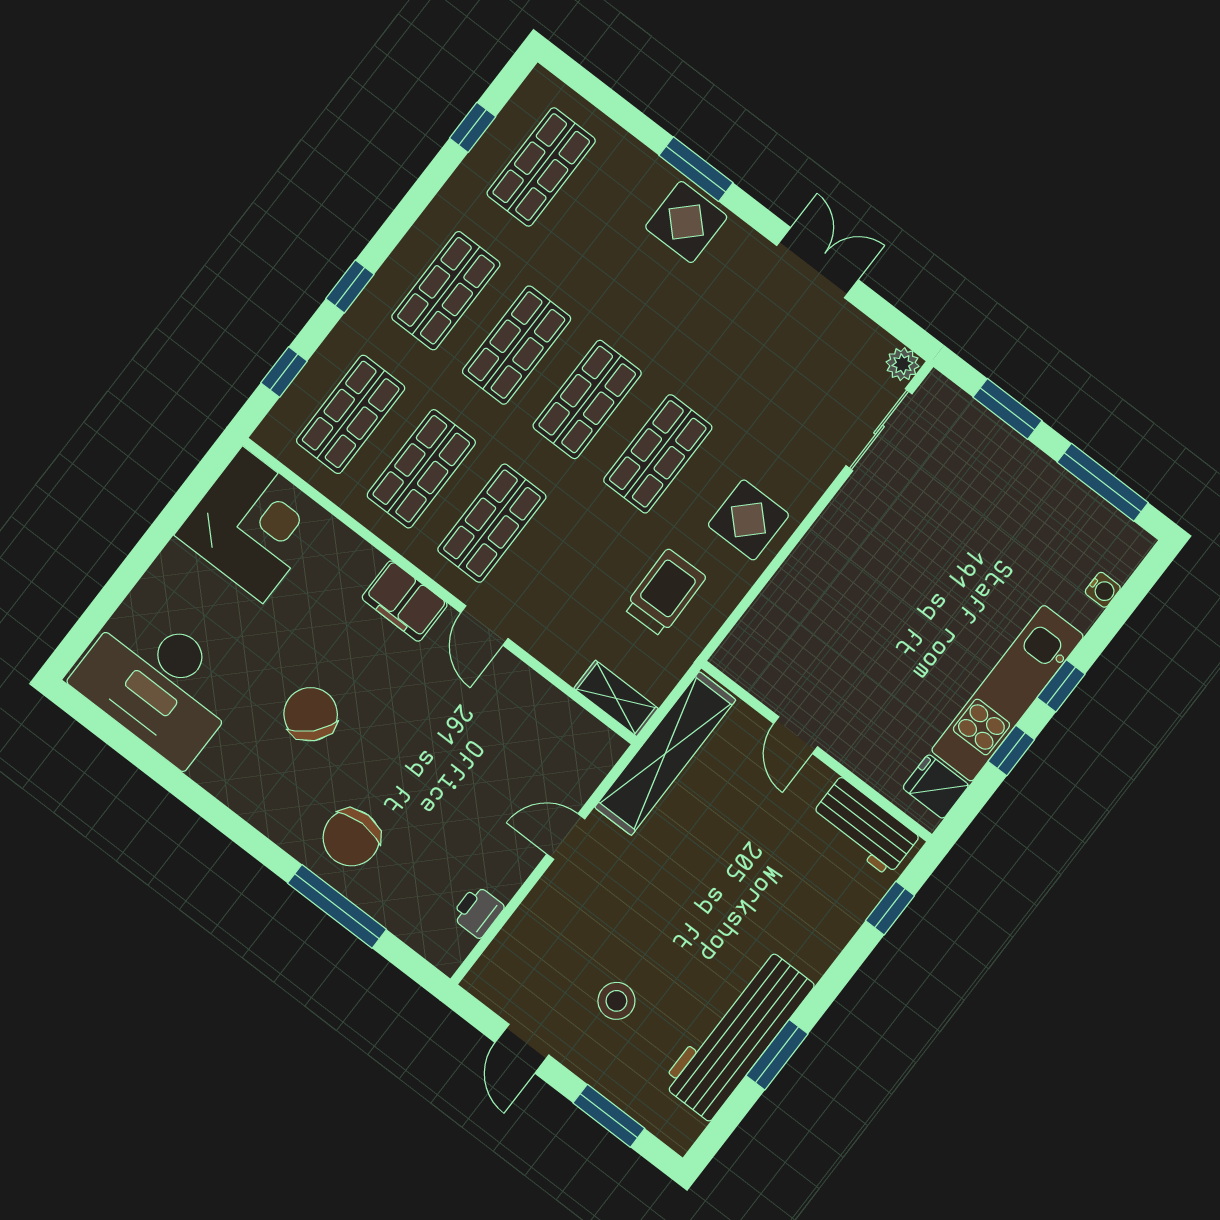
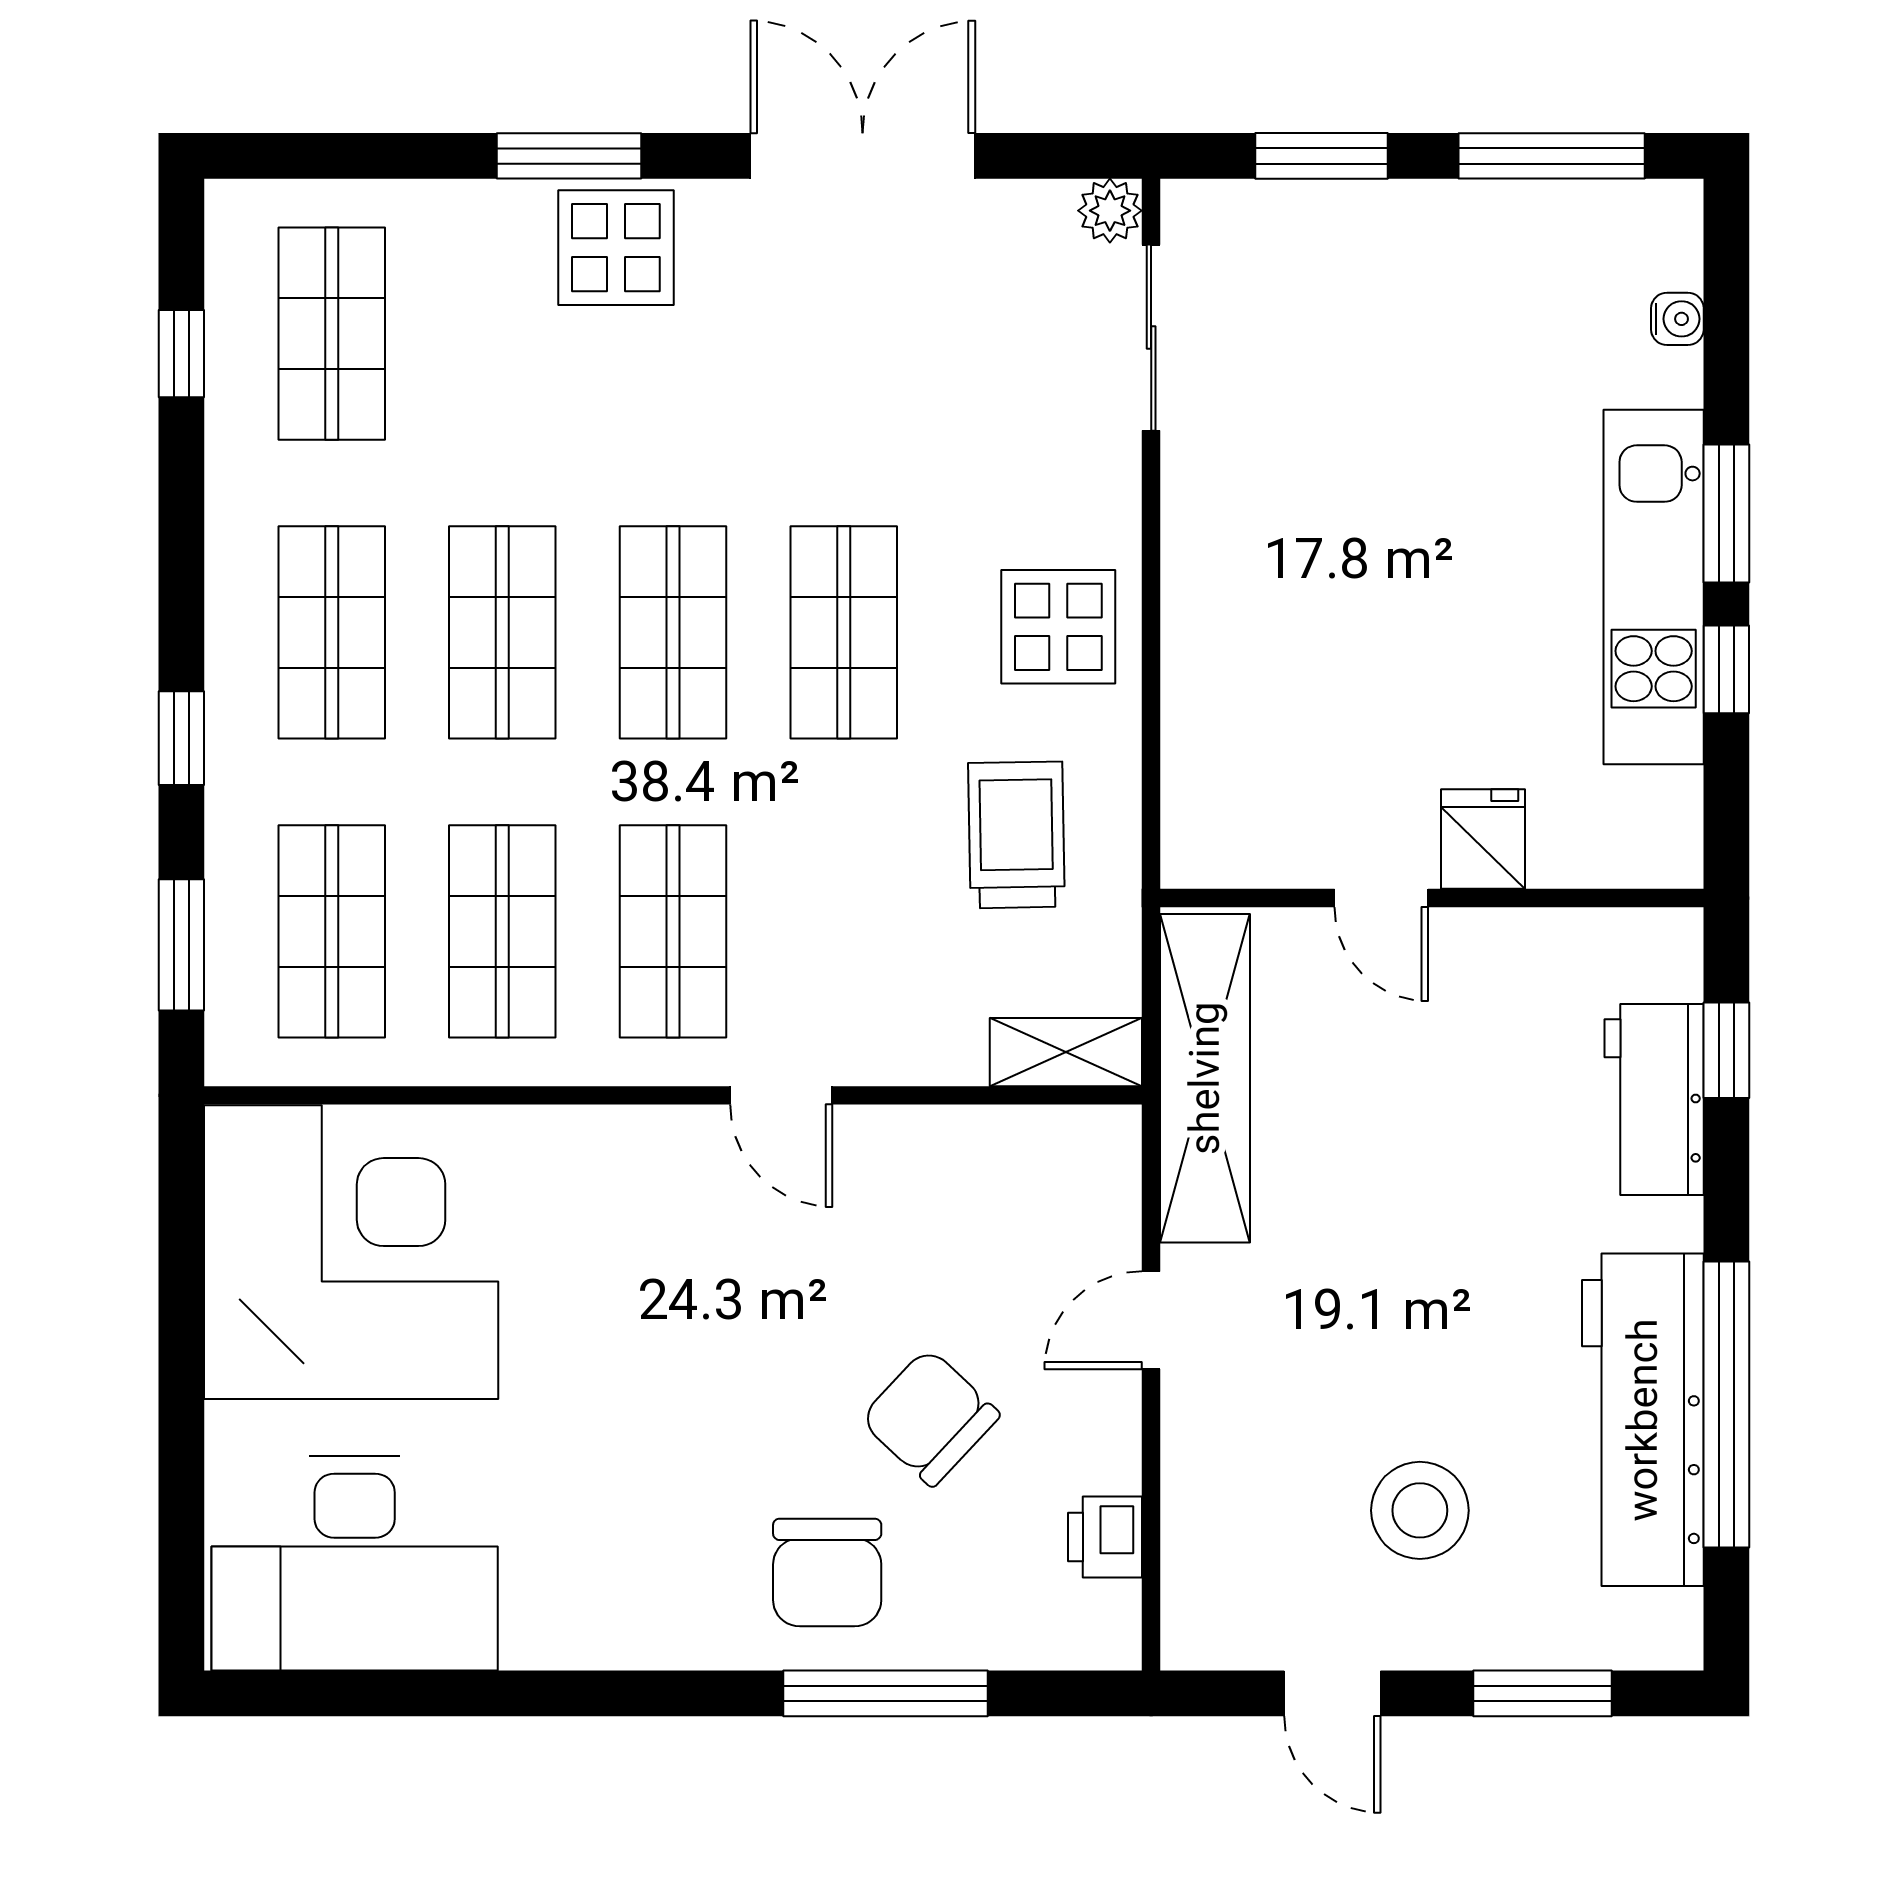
double door: (818, 263) -> (863, 156), width x1.37
window: (284, 372) -> (181, 945), width x1.50
corner desk: (253, 525) -> (351, 1252), width x1.36, depth x1.36
filing cabinet: (405, 601) -> (632, 1151), removed
window: (1061, 686) -> (1726, 513), width x1.50
chair: (311, 714) -> (930, 1417), moved
fridge: (936, 786) -> (1483, 839), moved, turned 90
workbench: (865, 827) -> (1654, 1099), moved, turned 90
stool: (616, 1001) -> (1420, 1510), width x1.38, depth x1.38
window: (777, 1055) -> (1726, 1405), width x2.11

